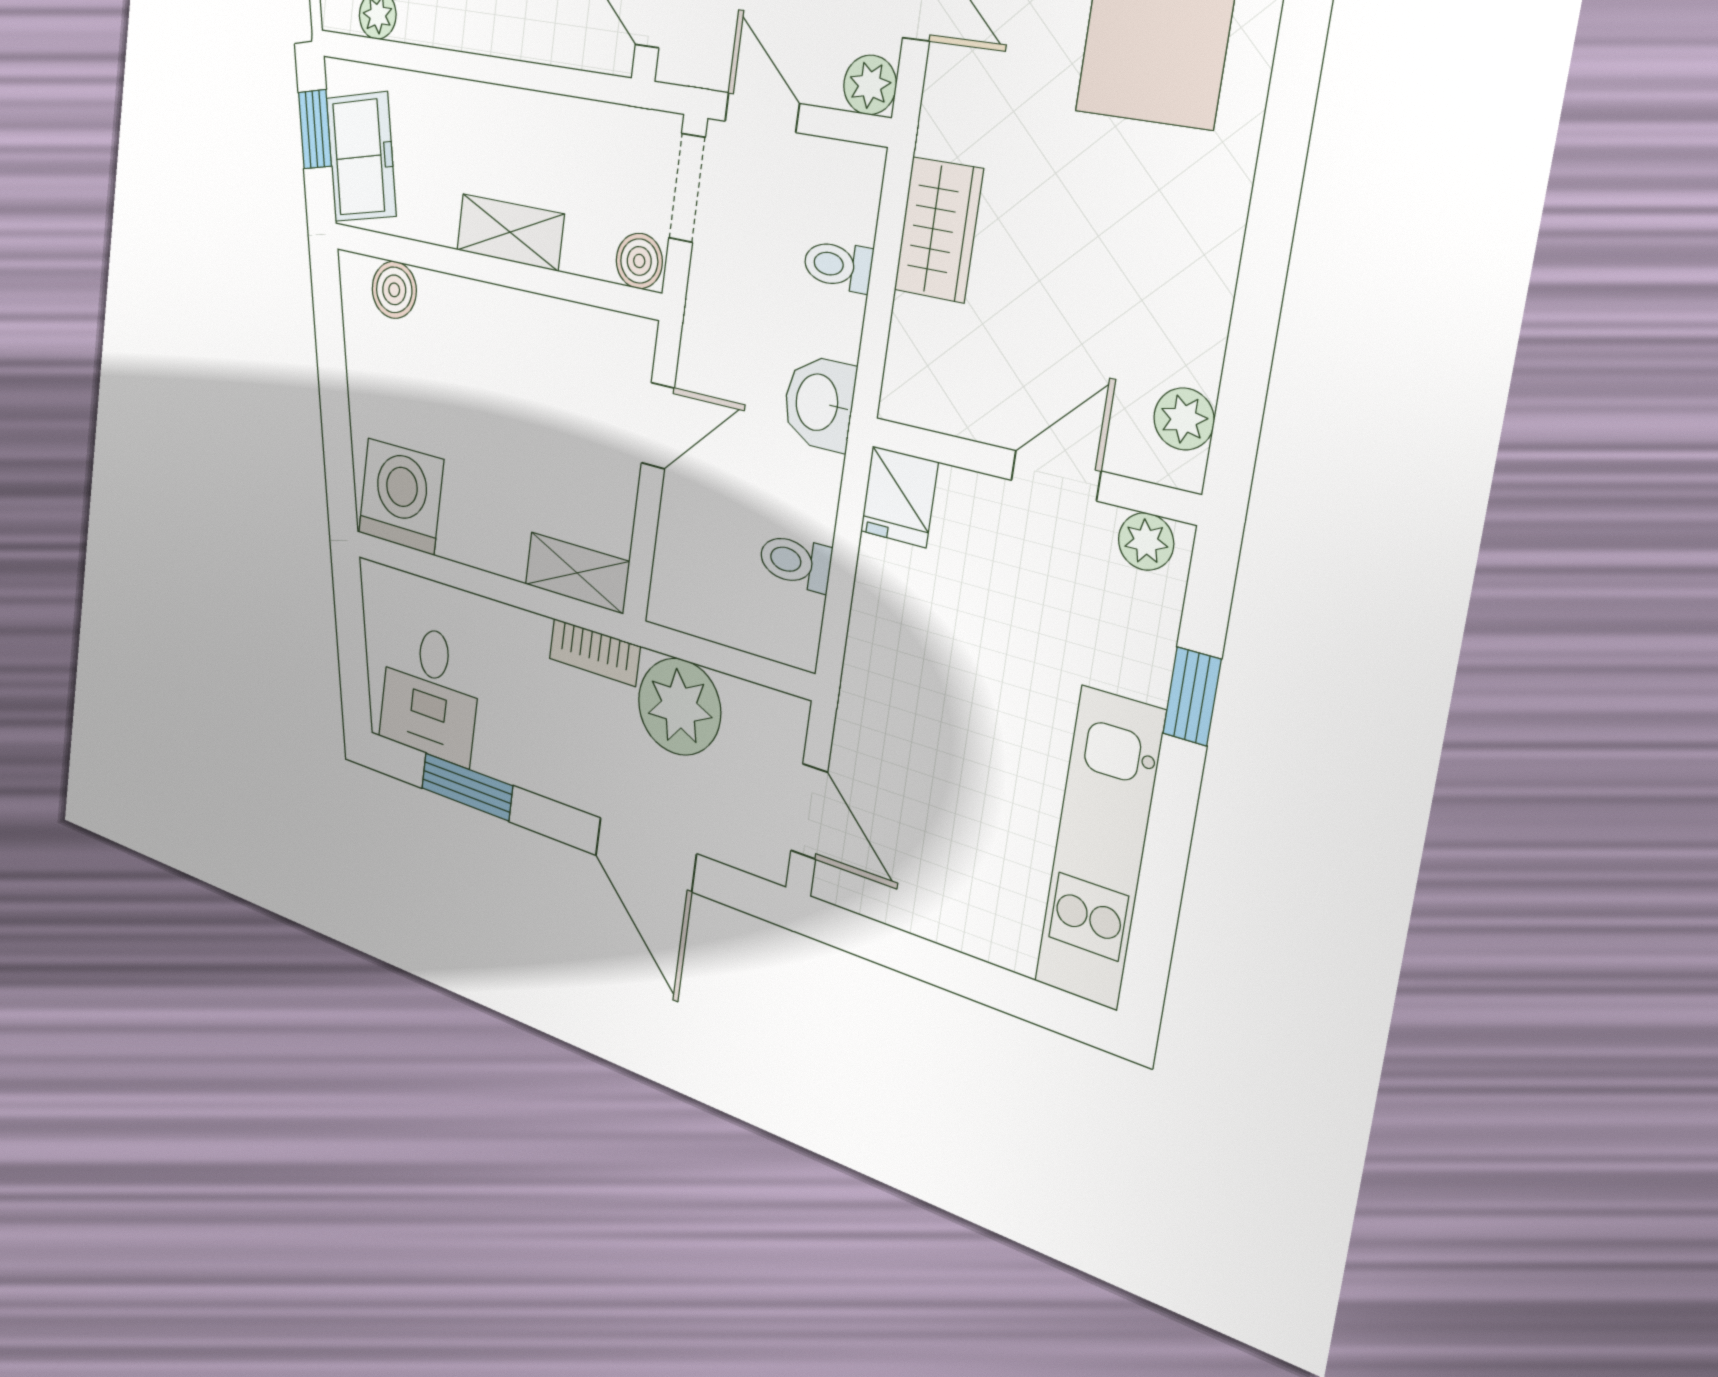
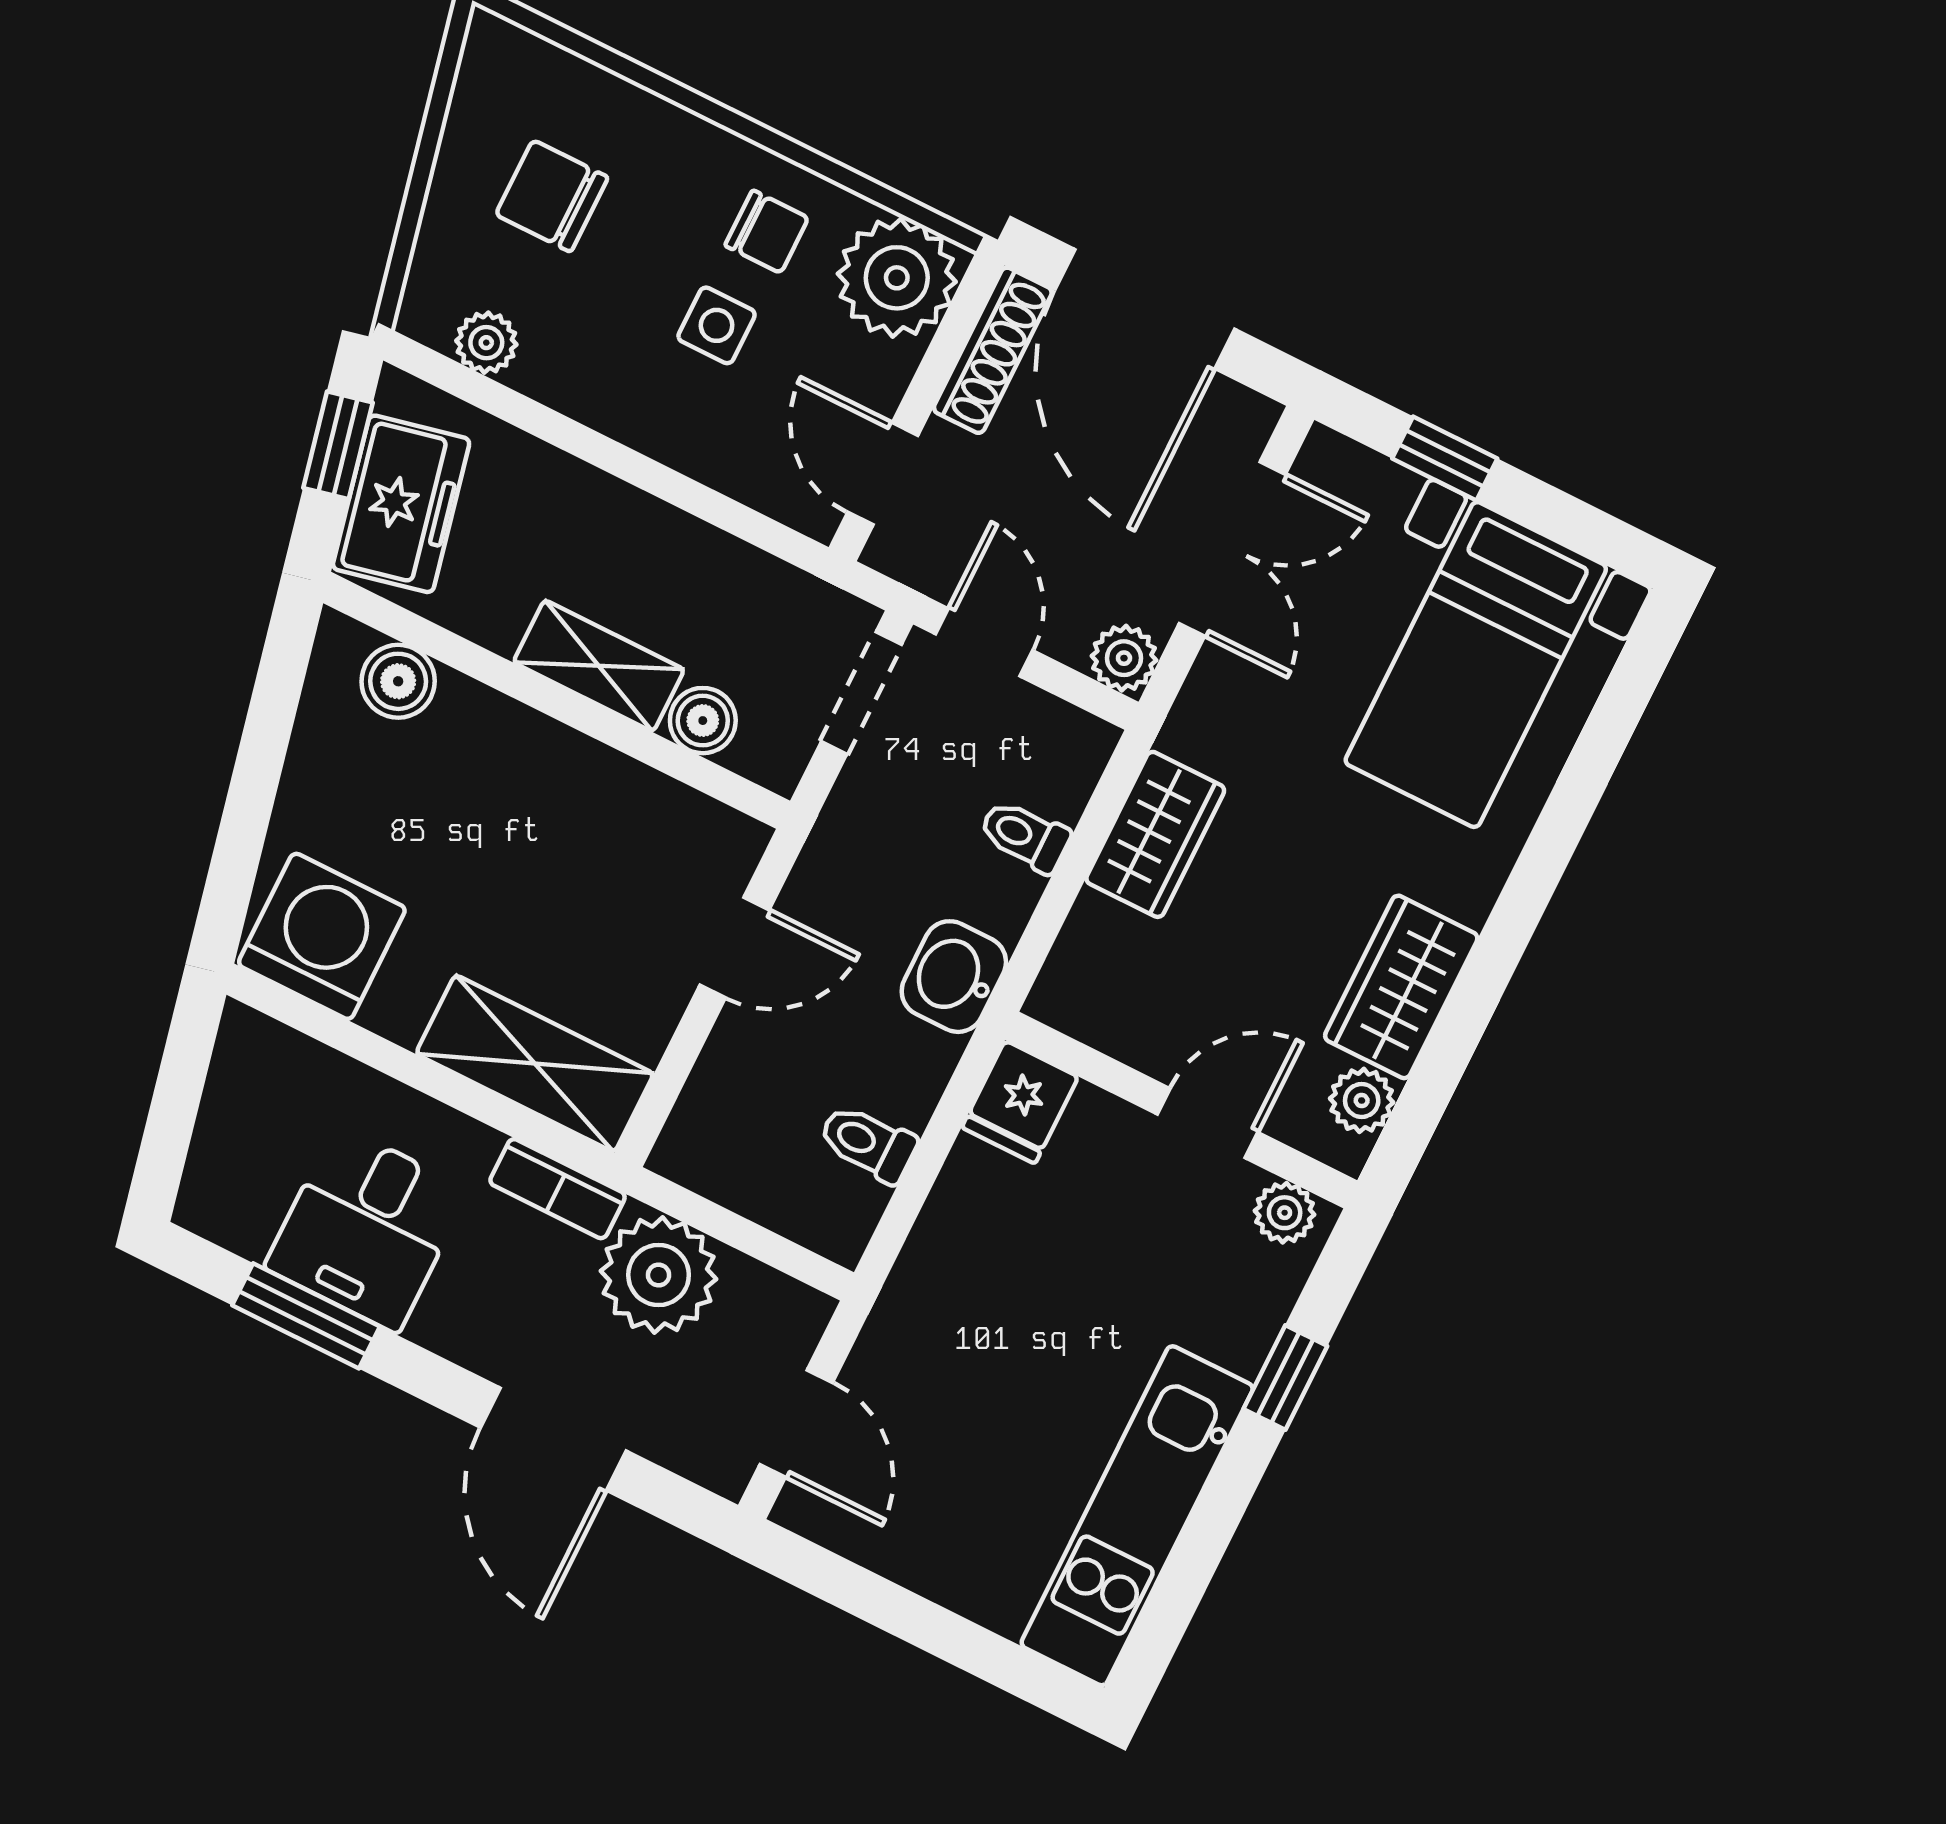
boiler: (639, 261) -> (703, 721), moved
wardrobe: (1188, 302) -> (1401, 987), added
shelving: (577, 573) -> (535, 1064), width x1.50, depth x1.33
desk: (430, 692) -> (367, 1229), moved

